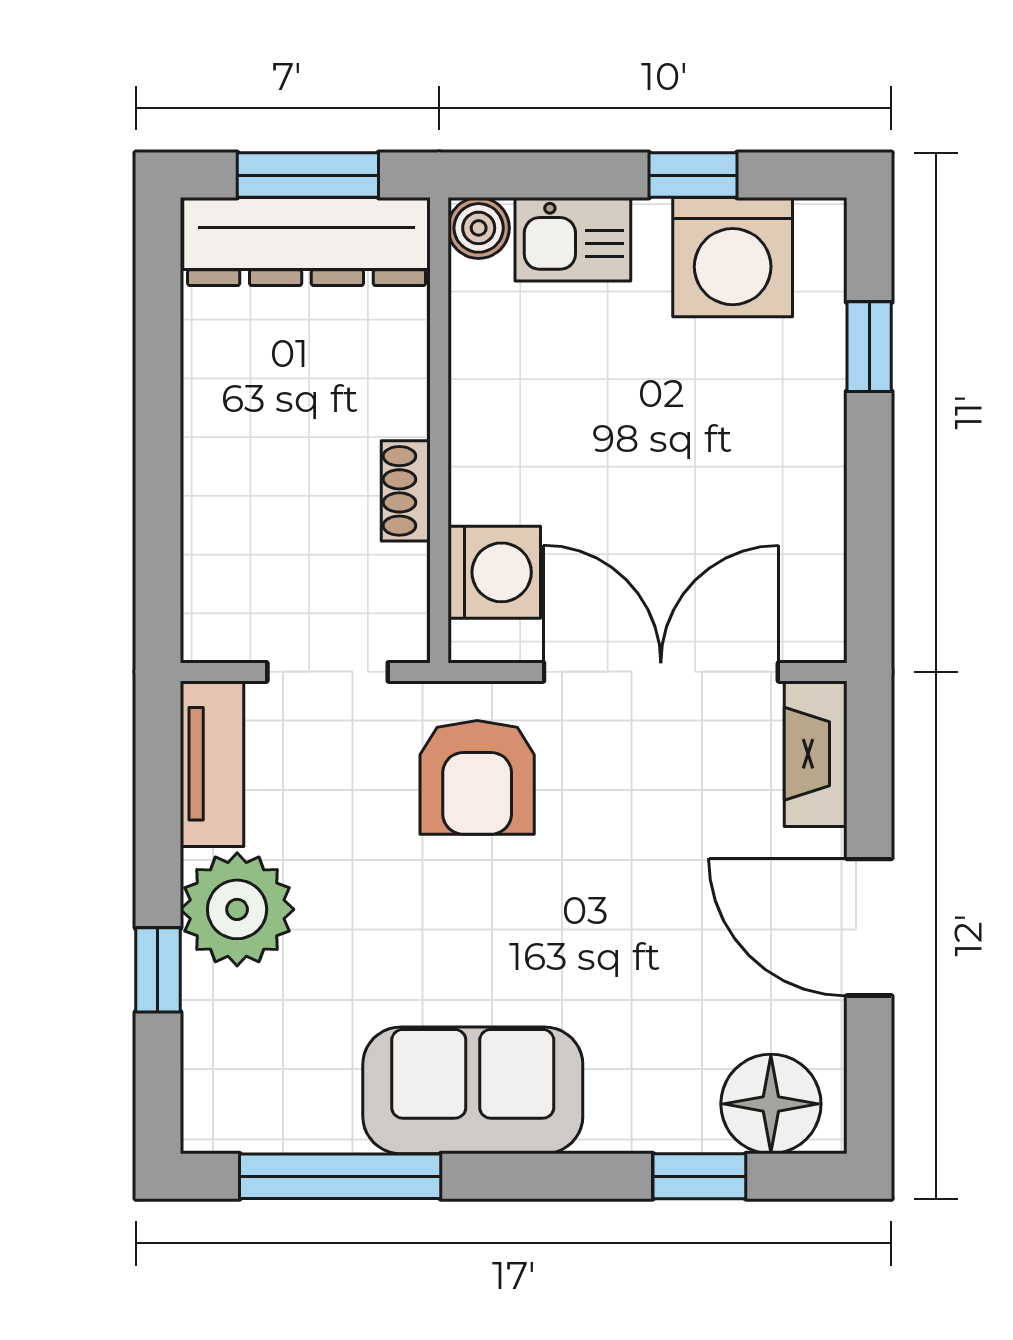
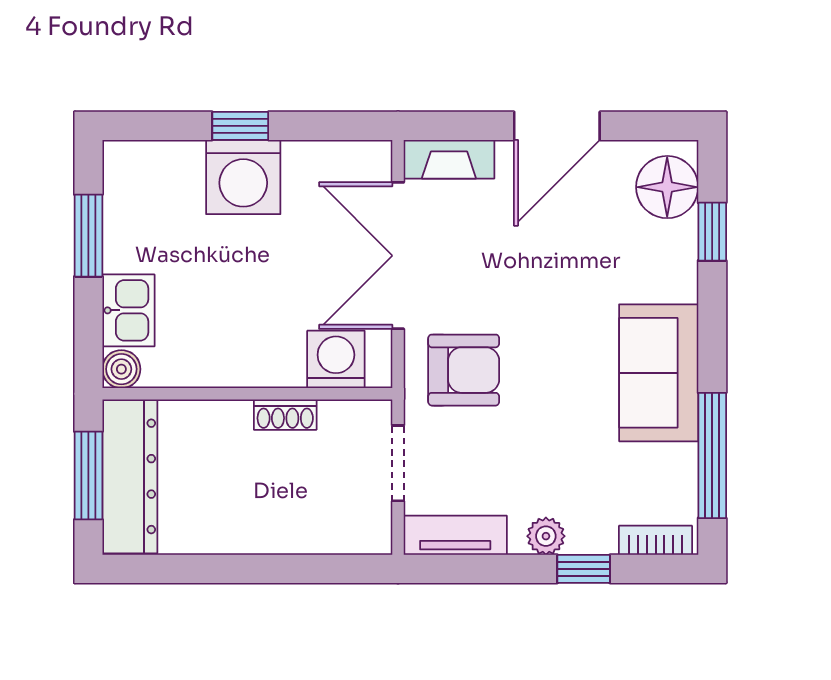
window: (693, 175) -> (88, 236), width x1.50
washing machine: (733, 257) -> (243, 177), moved, turned 90
window: (869, 347) -> (240, 126), moved
plant: (237, 909) -> (546, 536), width x0.53, depth x0.53
bookcase: (204, 1085) -> (656, 540), added

